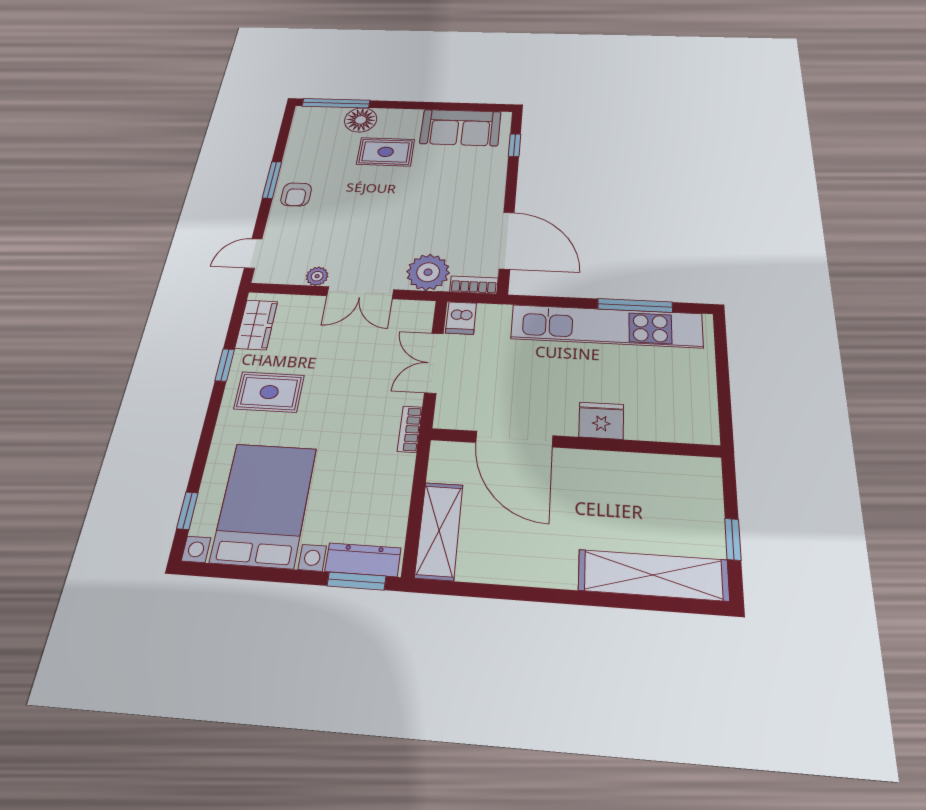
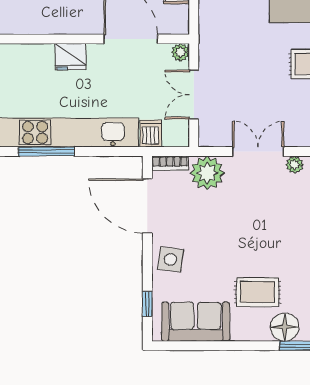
side table: (483, 186) -> (170, 259), added
dishwasher: (461, 318) -> (151, 133), moved
double door: (434, 363) -> (194, 95), swing flipped
plant: (446, 417) -> (180, 52), added
bookcase: (410, 429) -> (205, 42), removed

